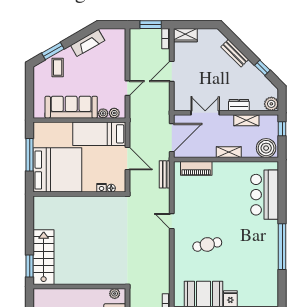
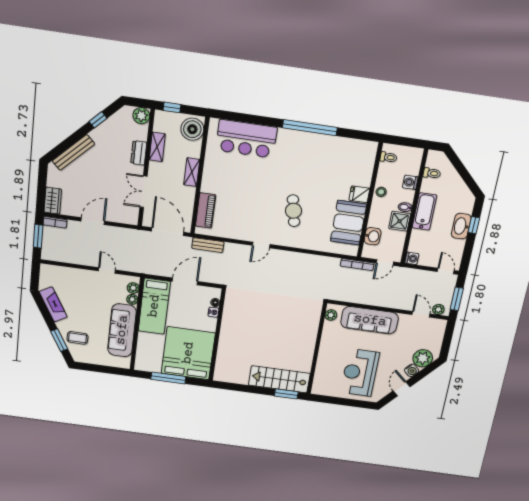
bench: (235, 53) -> (73, 152), width x1.36
door: (172, 71) -> (93, 221), swing flipped

